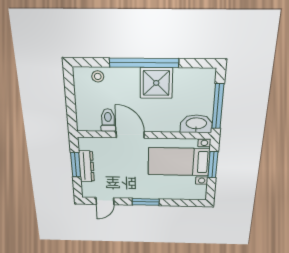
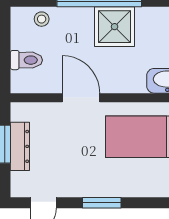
toilet: (108, 120) -> (26, 60), moved, turned 90

